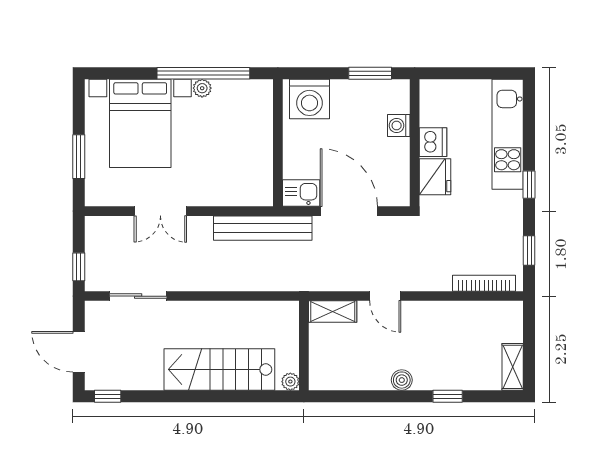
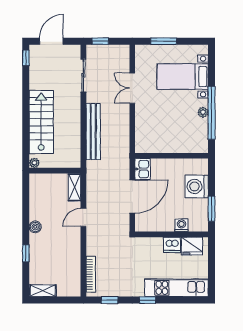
washing machine: (309, 99) -> (197, 186), moved
bed with nightstands: (140, 123) -> (183, 77), width x0.73
fridge: (435, 177) -> (192, 246), moved
bench: (263, 228) -> (93, 132), moved

